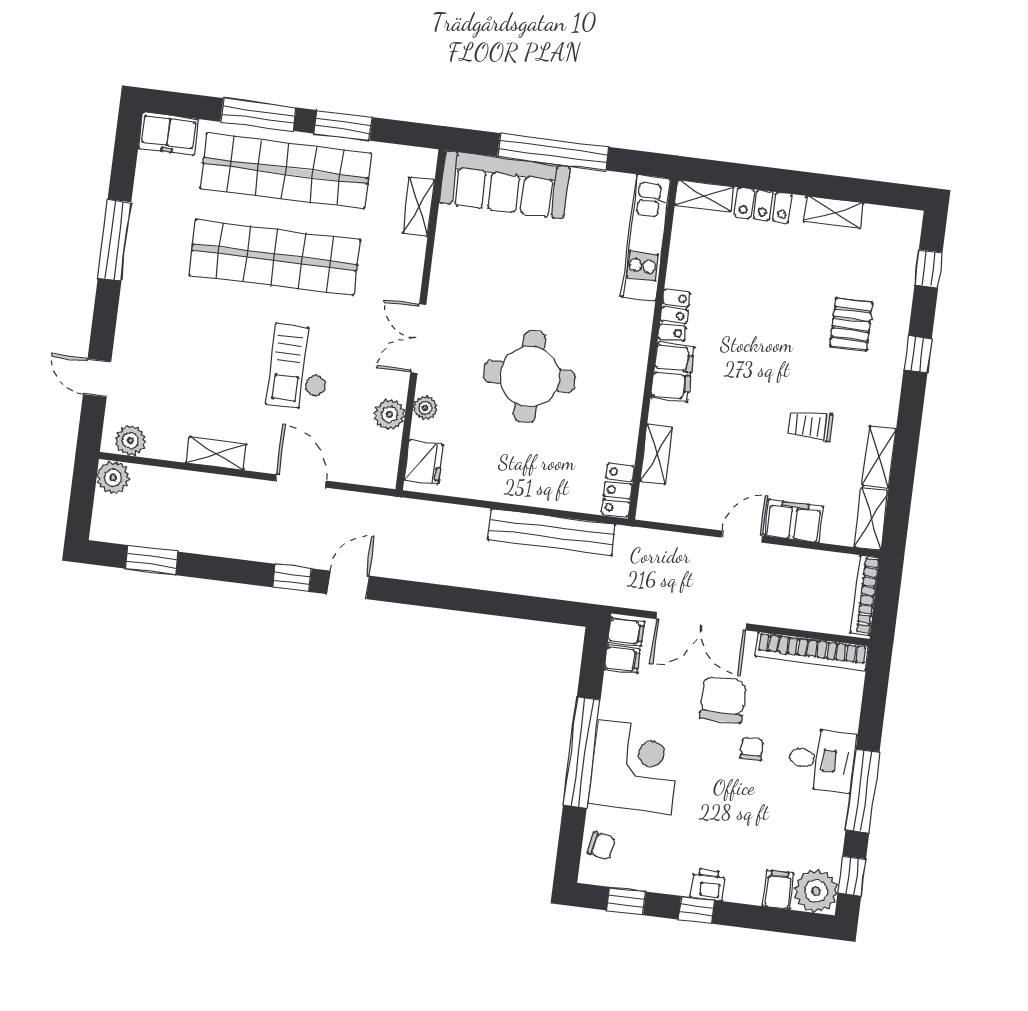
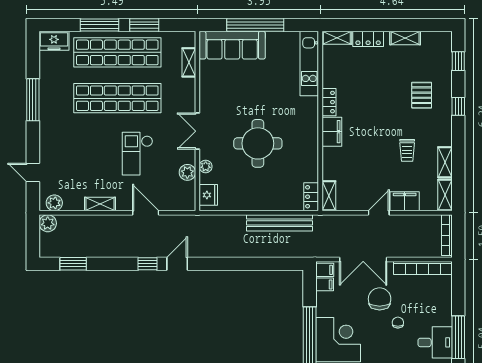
trolley: (811, 426) -> (407, 150), turned -90
shelving: (656, 454) -> (329, 196), moved
desk: (822, 760) -> (435, 342), moved

